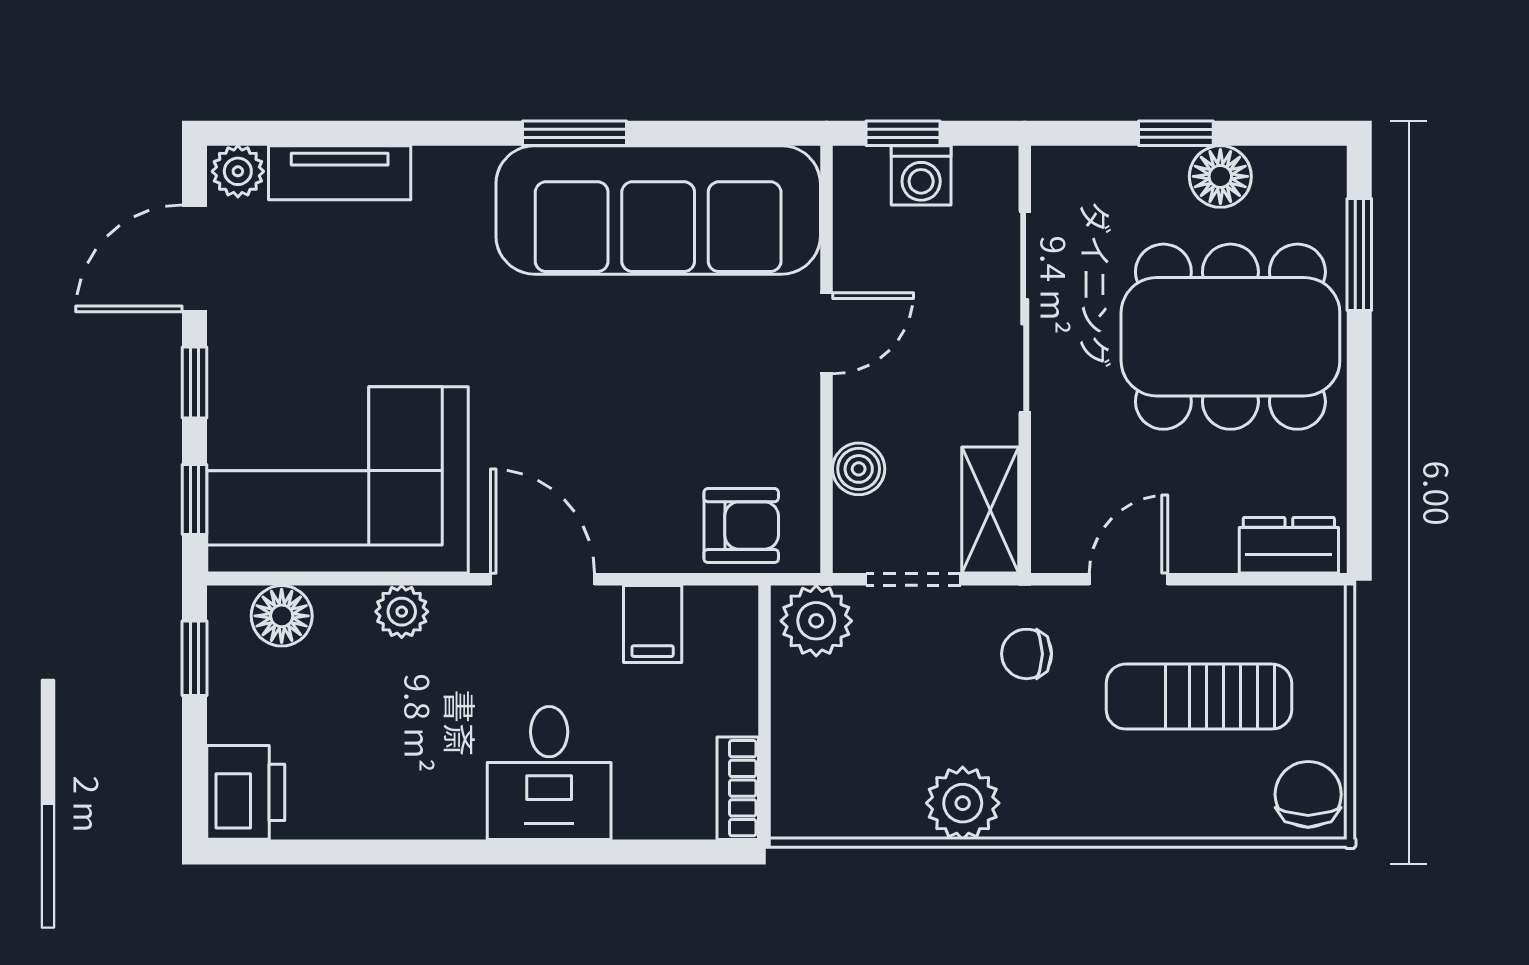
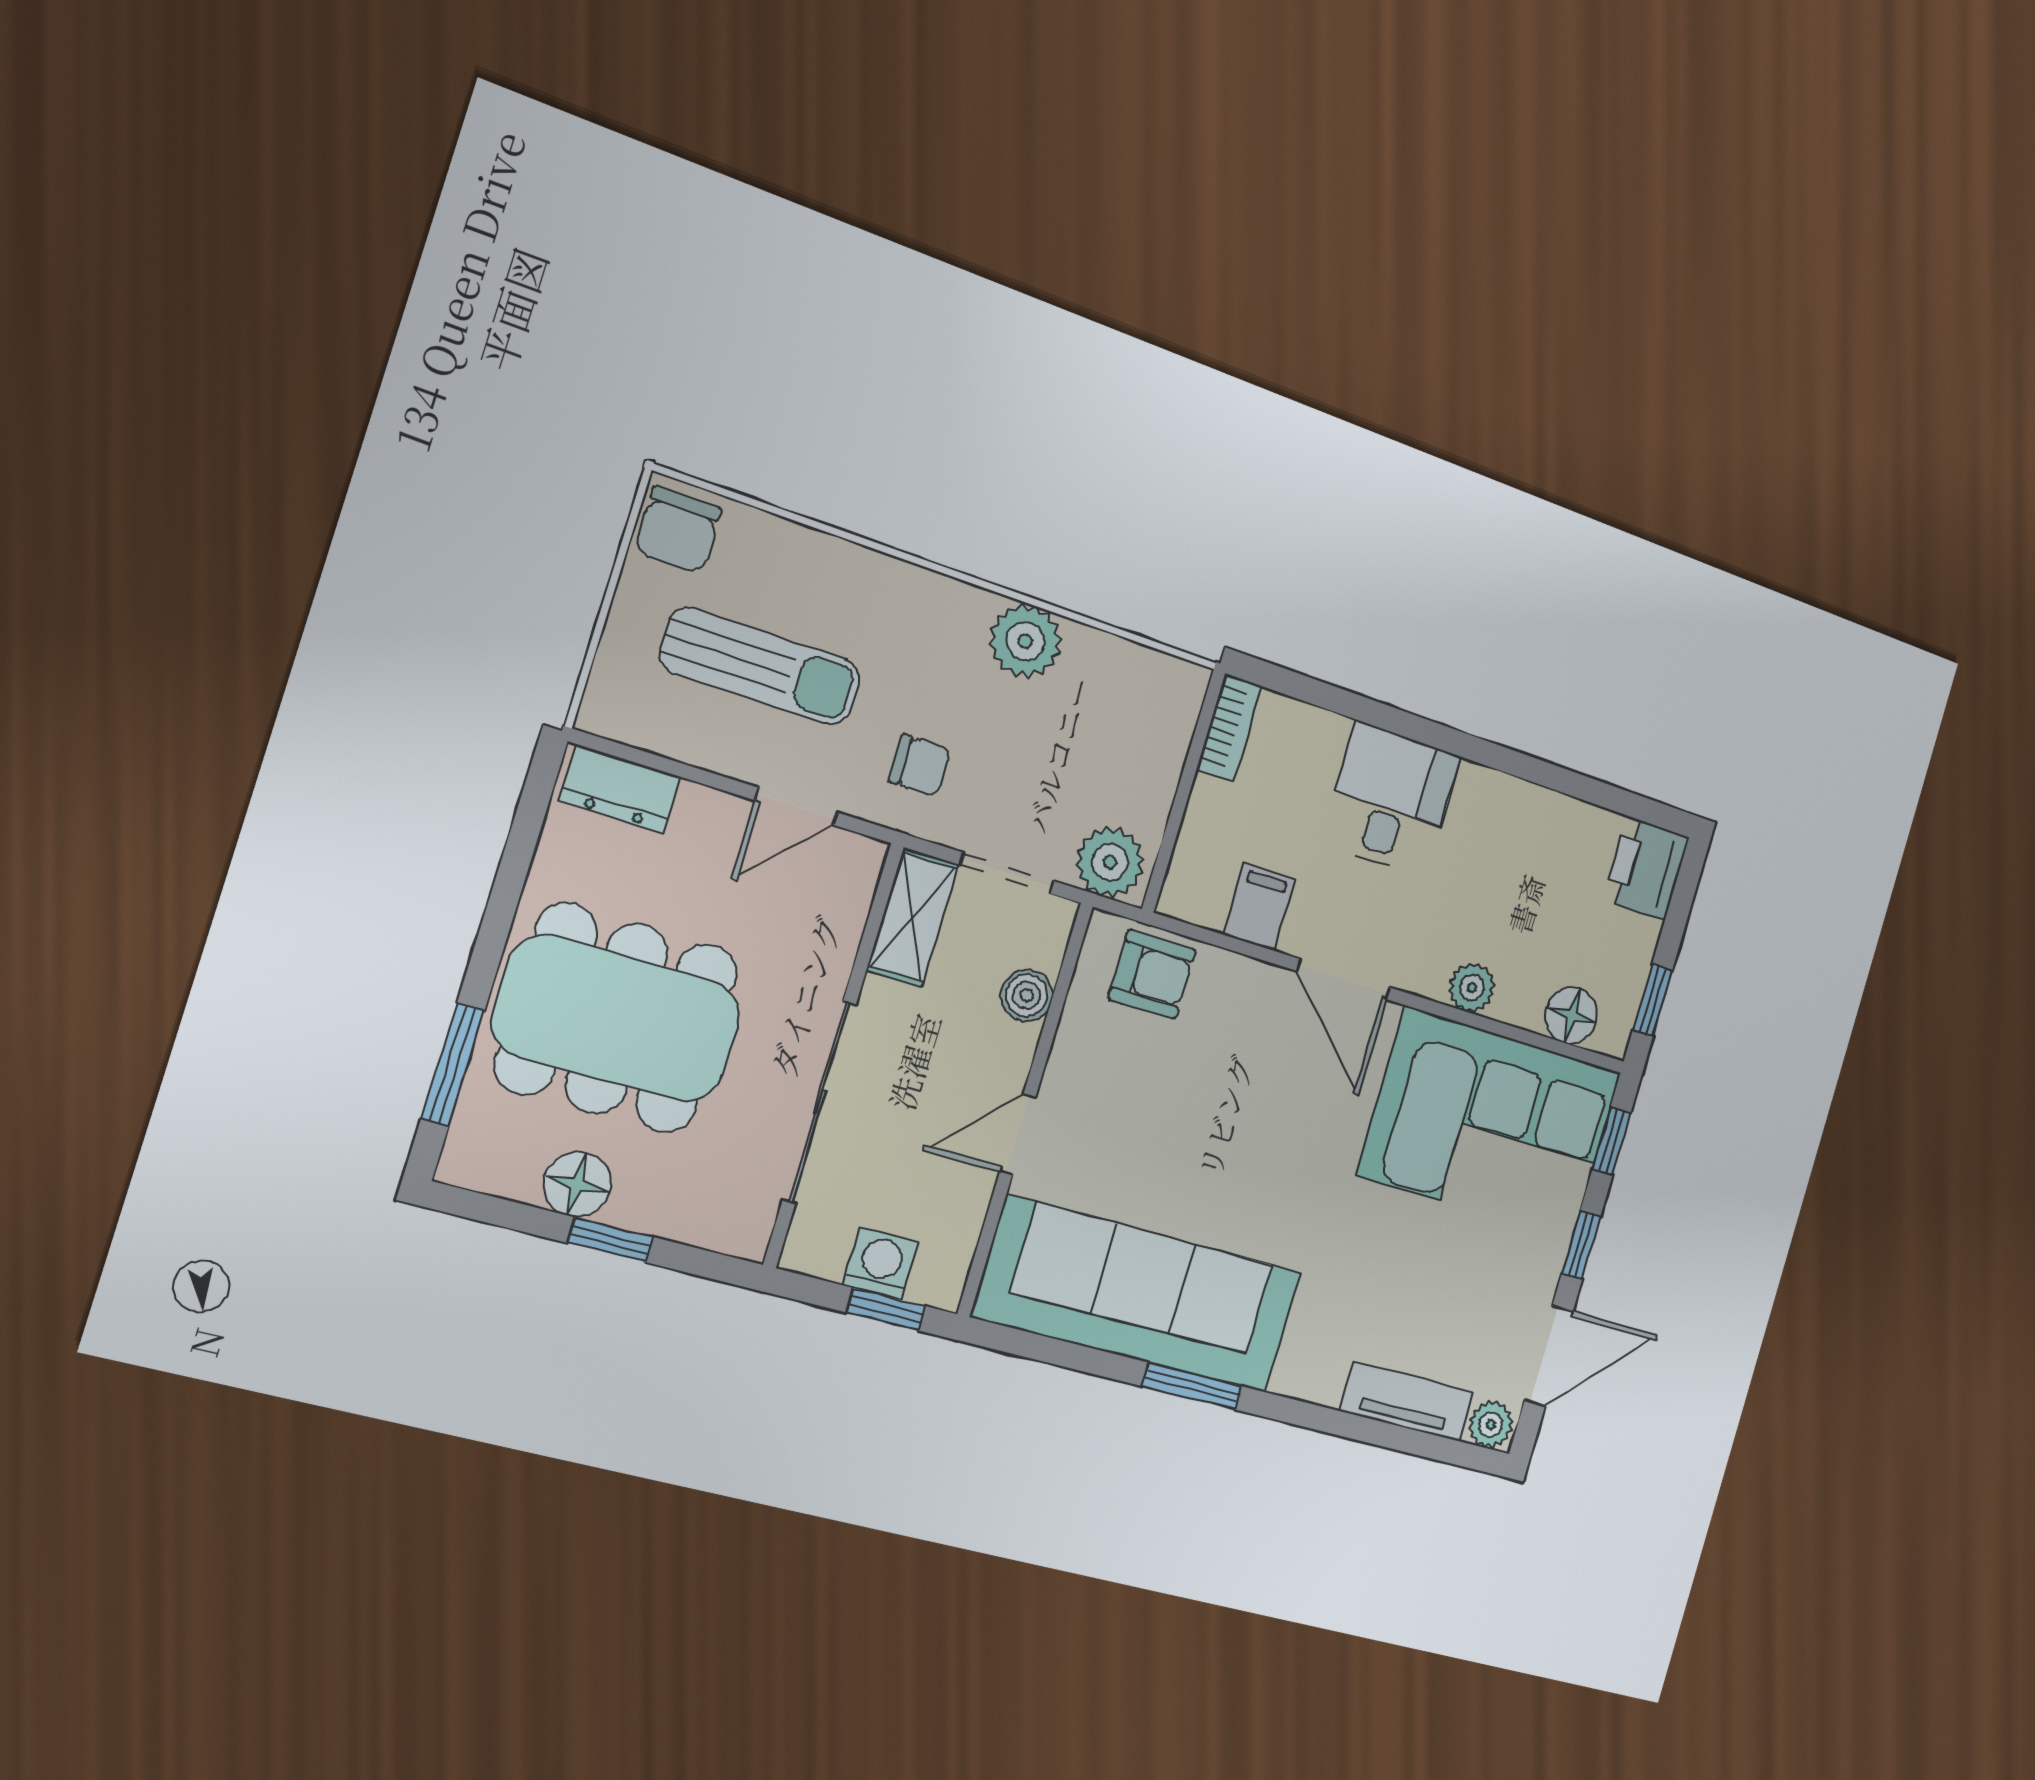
armchair: (741, 526) -> (1152, 974), turned 180

